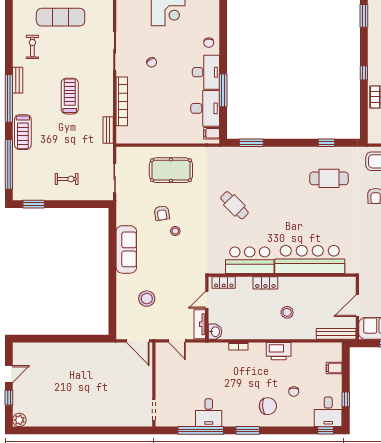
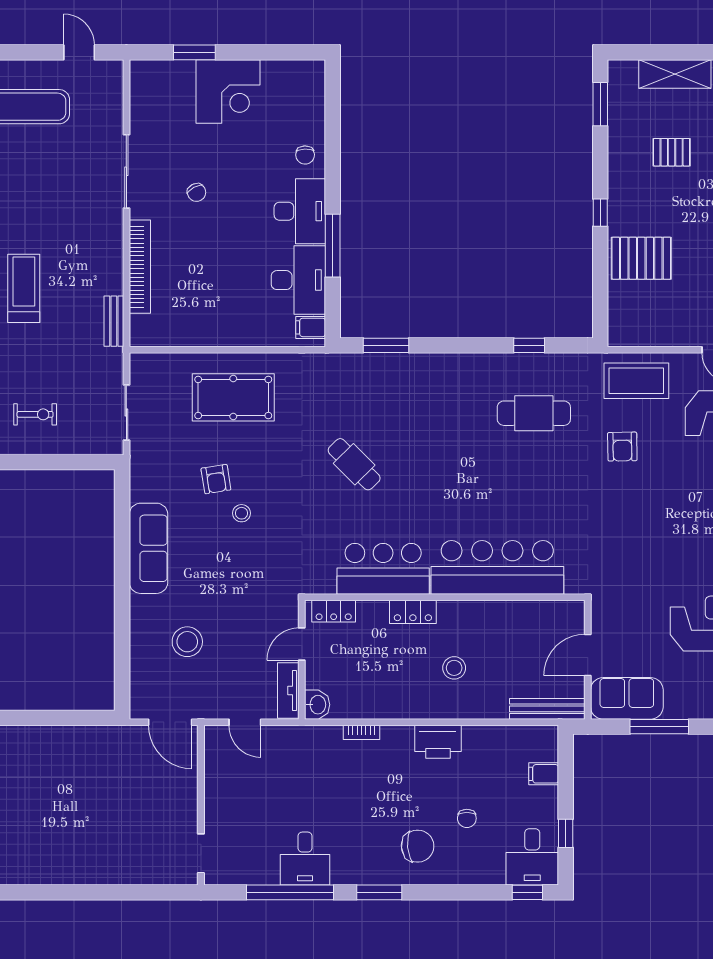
treadmill: (70, 96) -> (24, 288), moved

